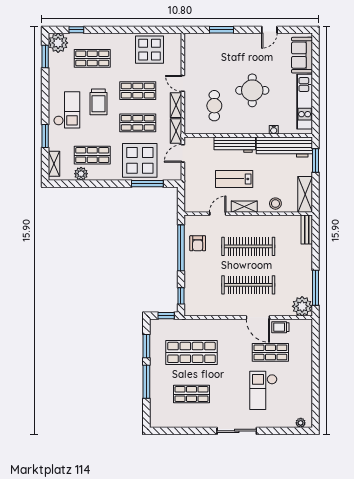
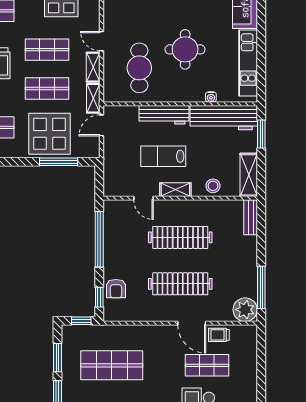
cafe table: (214, 106) -> (139, 68), width x1.37, depth x1.35
door: (218, 214) -> (143, 198), swing flipped
armchair: (198, 243) -> (116, 289), moved

